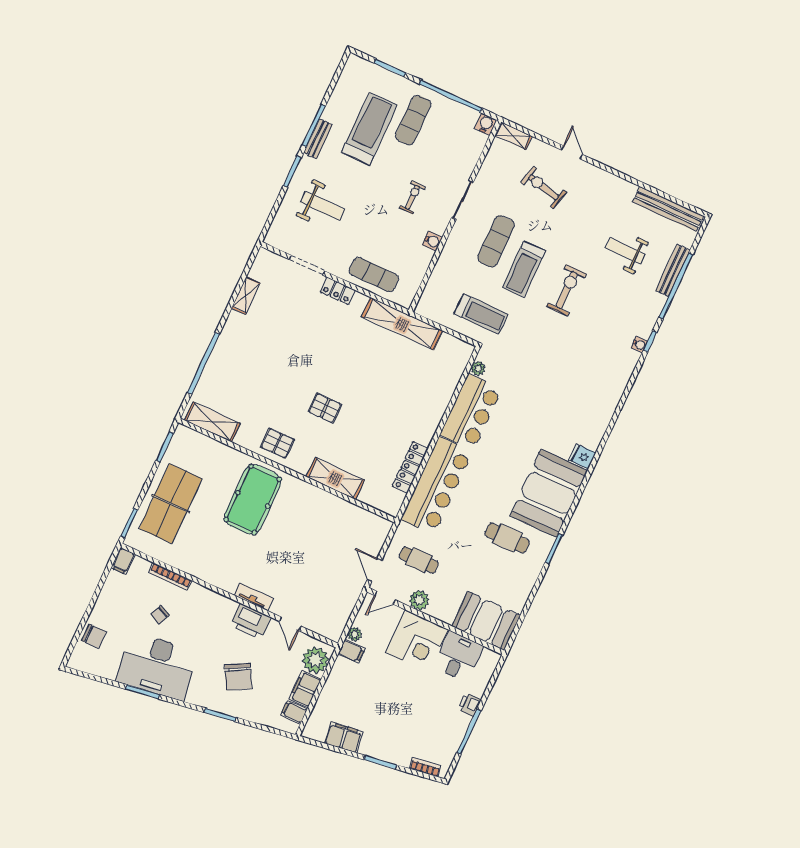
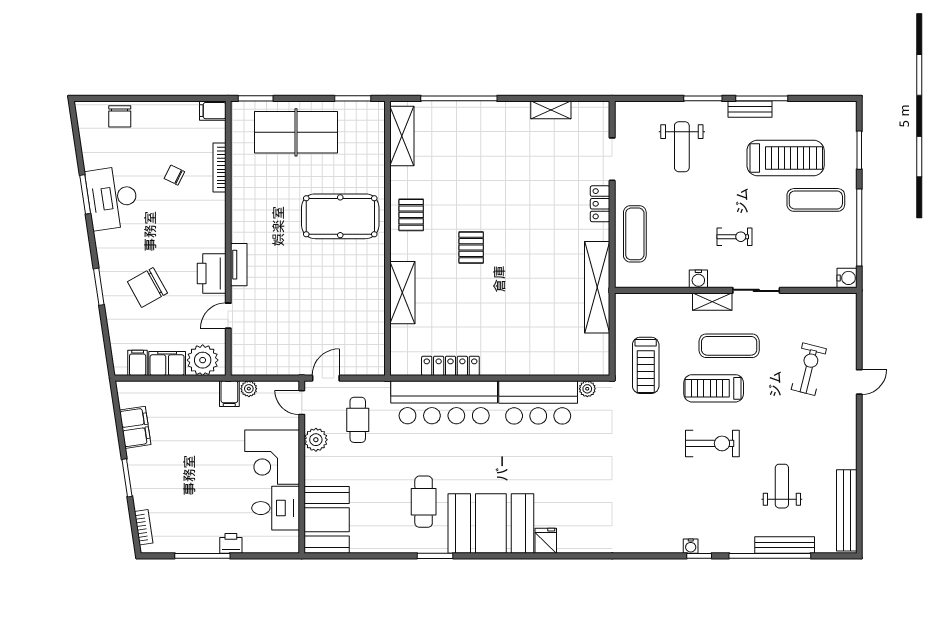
shelving: (513, 136) -> (712, 302), moved, turned 90
desk: (157, 666) -> (112, 198), width x0.73, depth x0.77

